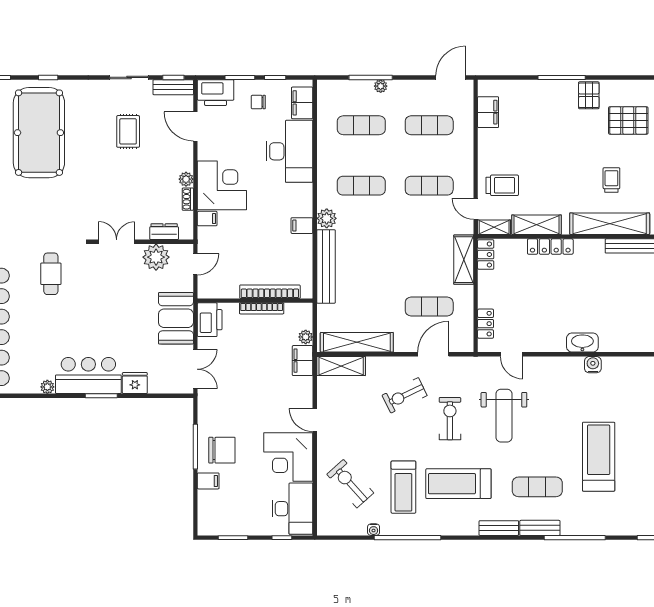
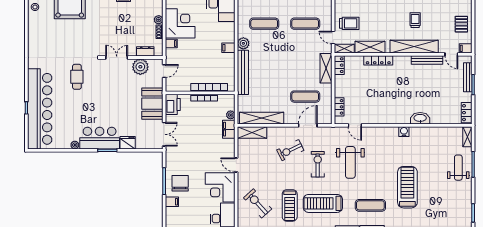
washbasin: (582, 343) -> (420, 118), moved
chair: (222, 450) -> (180, 183), turned -90

